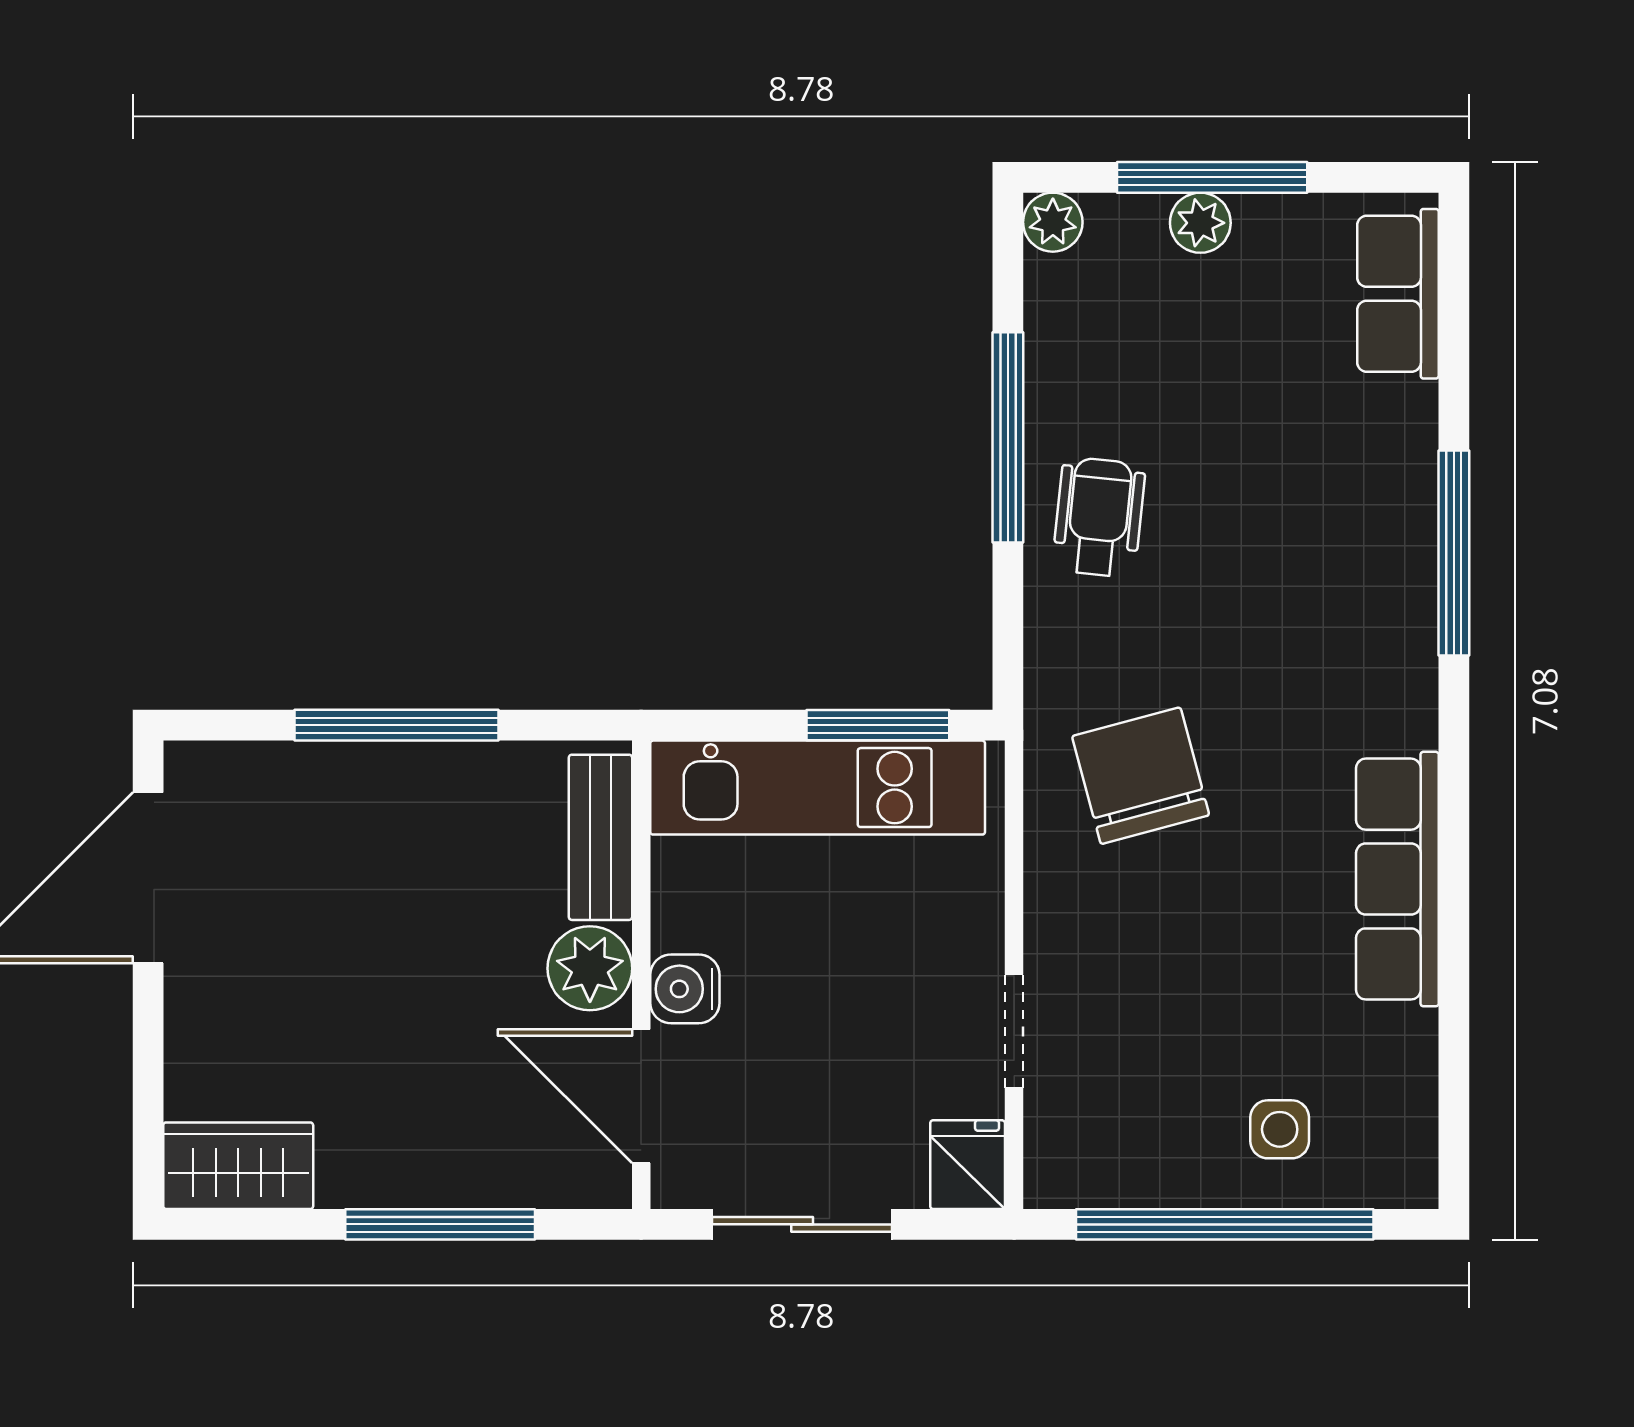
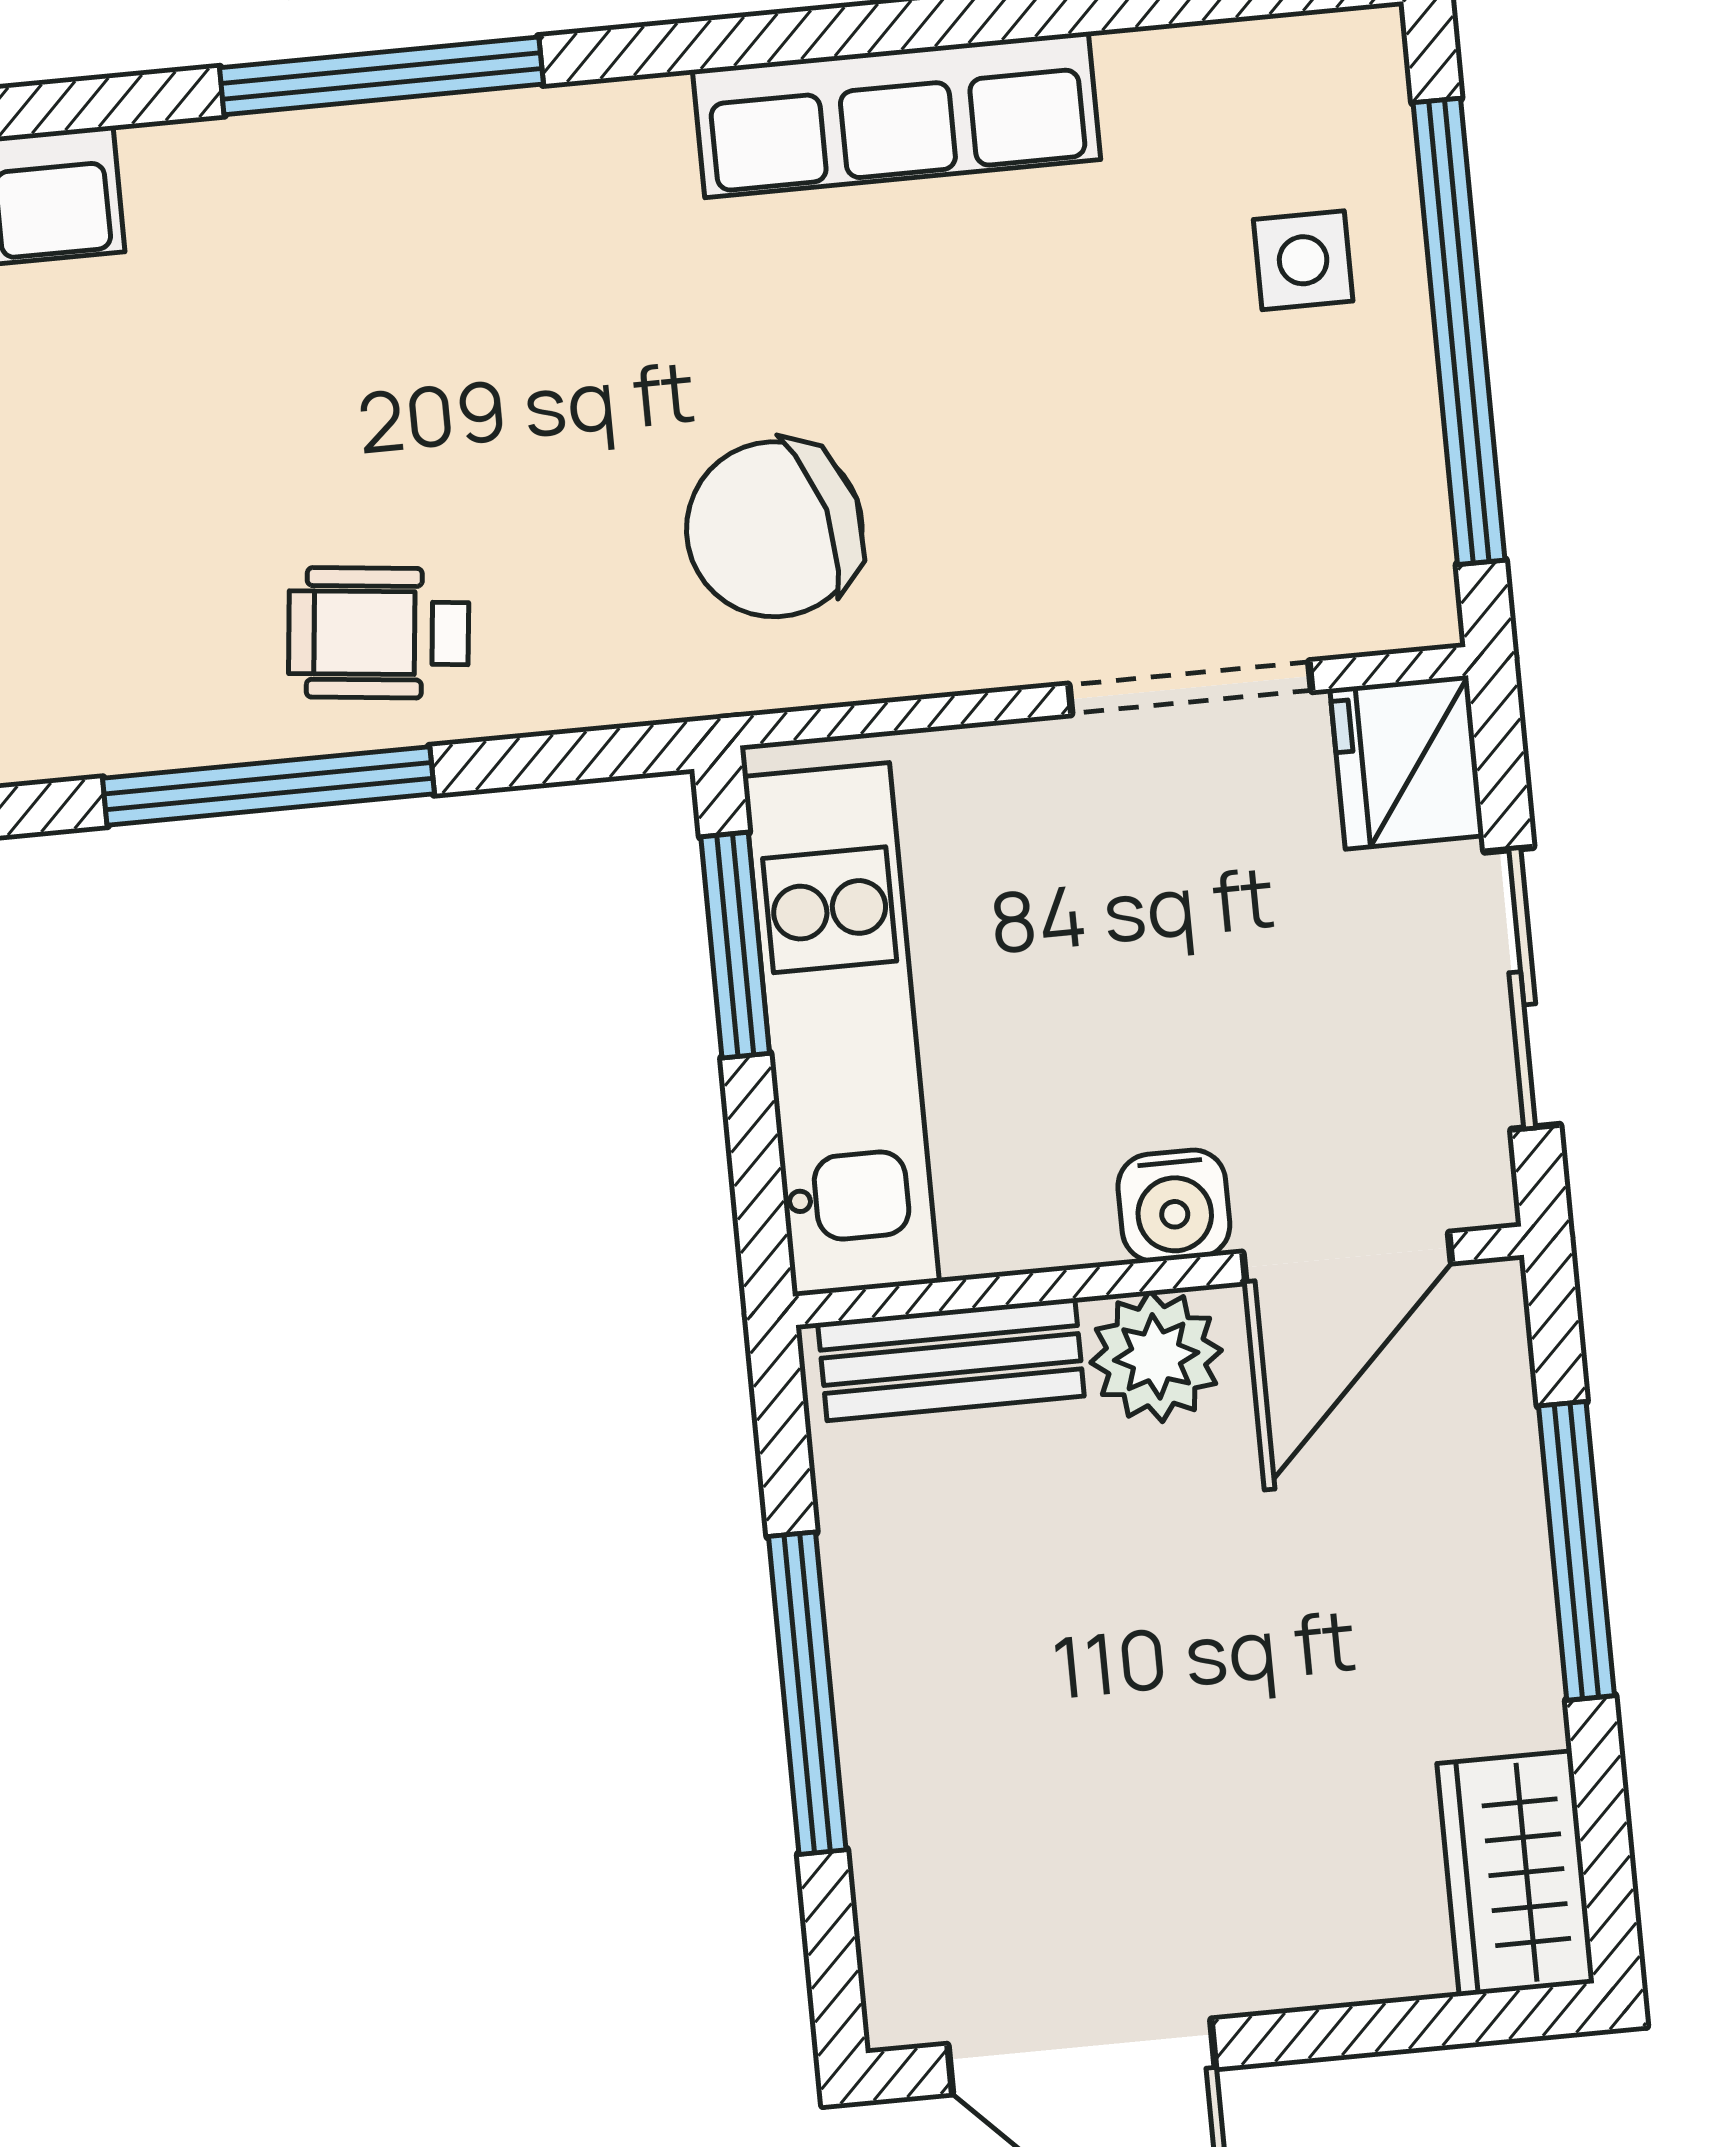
doorway: (1014, 1031) -> (1190, 688), width x1.38
fridge: (968, 1165) -> (1407, 762), width x1.38

